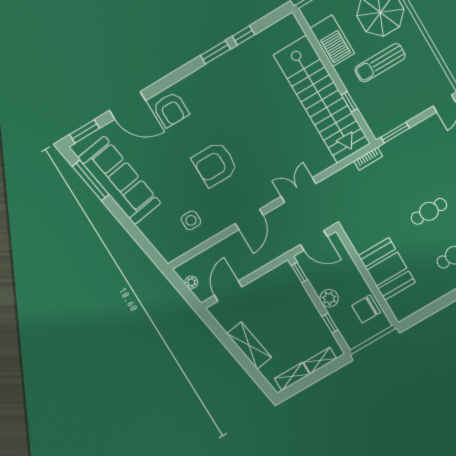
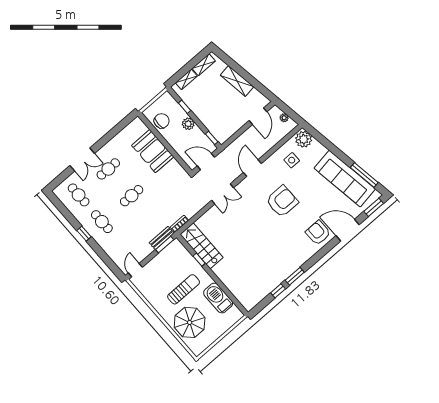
stairs: (322, 99) -> (202, 246), width x0.54, depth x0.66
bench: (398, 143) -> (162, 238), added
plant: (169, 247) -> (304, 139), added

